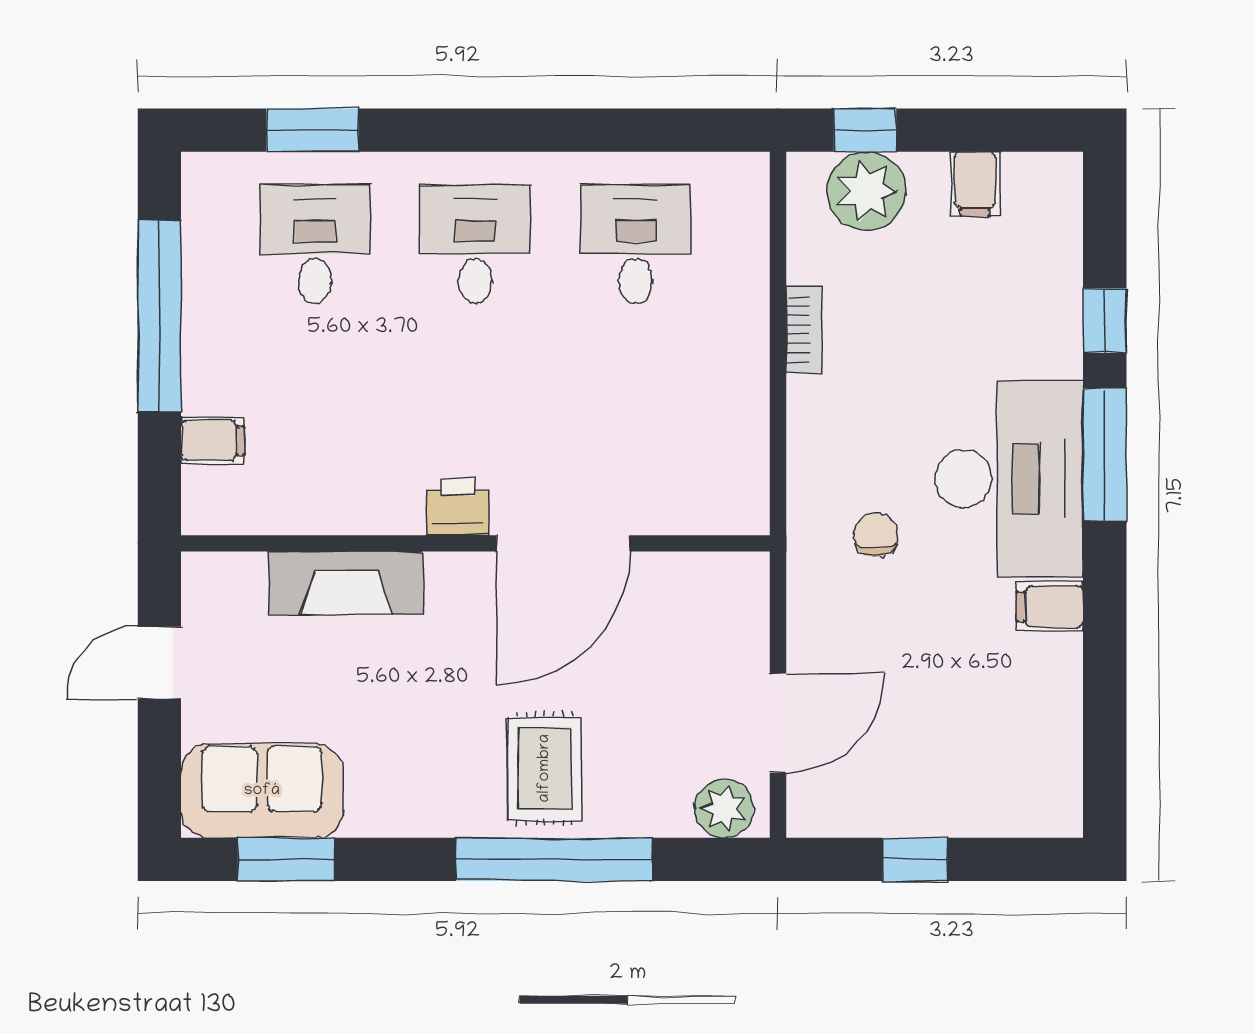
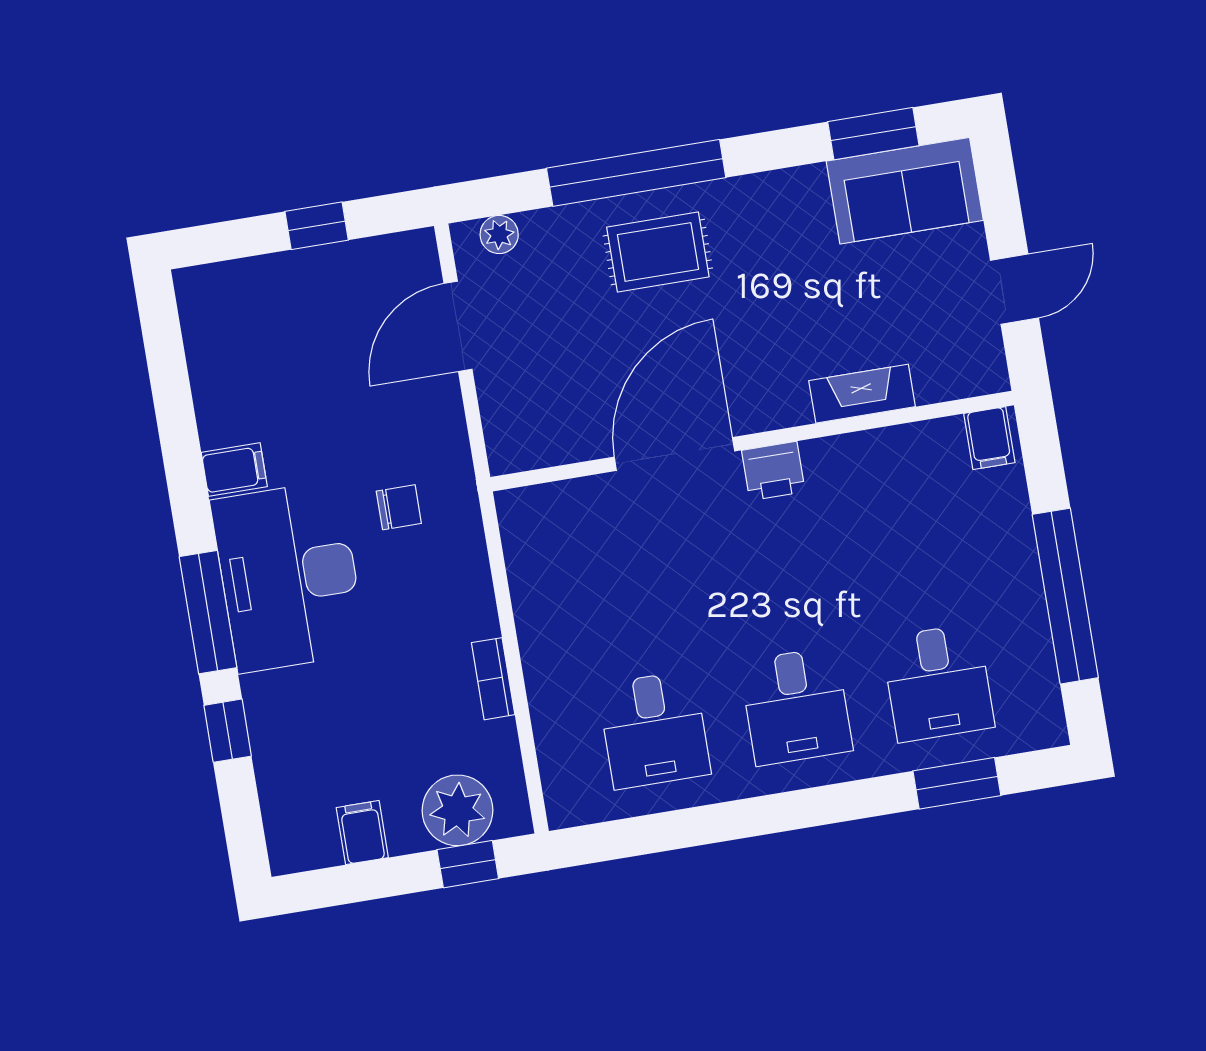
filing cabinet: (213, 441) -> (989, 438), moved, turned -90
chair: (876, 535) -> (399, 507), turned -90
fireplace: (346, 583) -> (862, 394), width x0.73, depth x0.76
rug: (545, 768) -> (658, 252), turned 90
plant: (724, 809) -> (499, 235), width x0.73, depth x0.73

